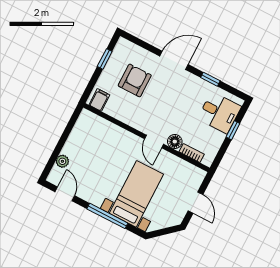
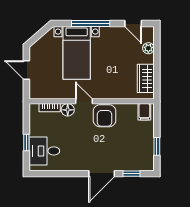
window: (210, 79) -> (132, 174), moved
armchair: (135, 80) -> (104, 116), moved
wardrobe: (81, 133) -> (146, 78), added

